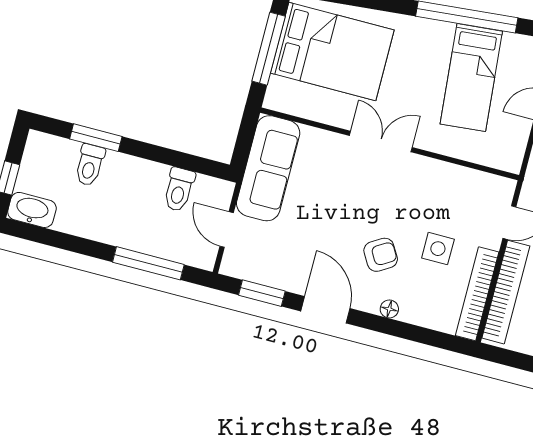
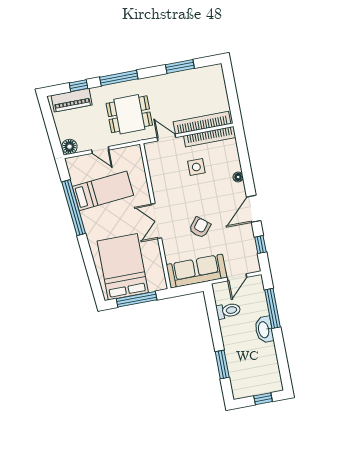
toilet: (90, 165) -> (237, 361), removed
washbasin: (32, 210) -> (264, 330), moved
armchair: (381, 255) -> (200, 227), moved, turned 70
window: (262, 293) -> (260, 245), width x0.67

